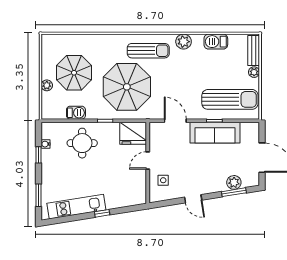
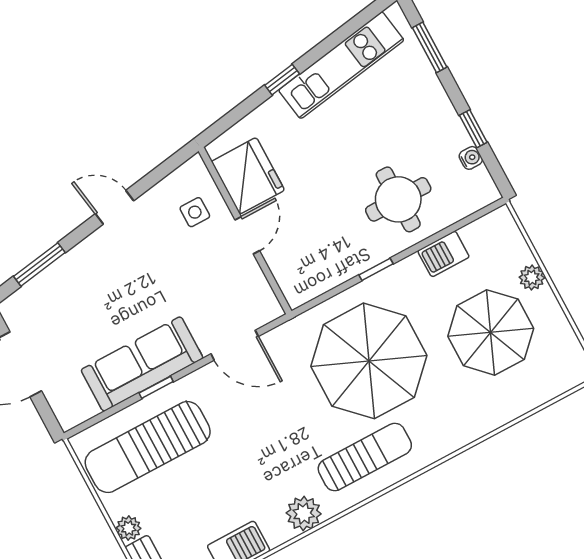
sun lounger: (148, 51) -> (365, 457), turned 180
fridge: (133, 133) -> (248, 176), moved, turned 90
plant: (234, 182) -> (50, 284), removed

